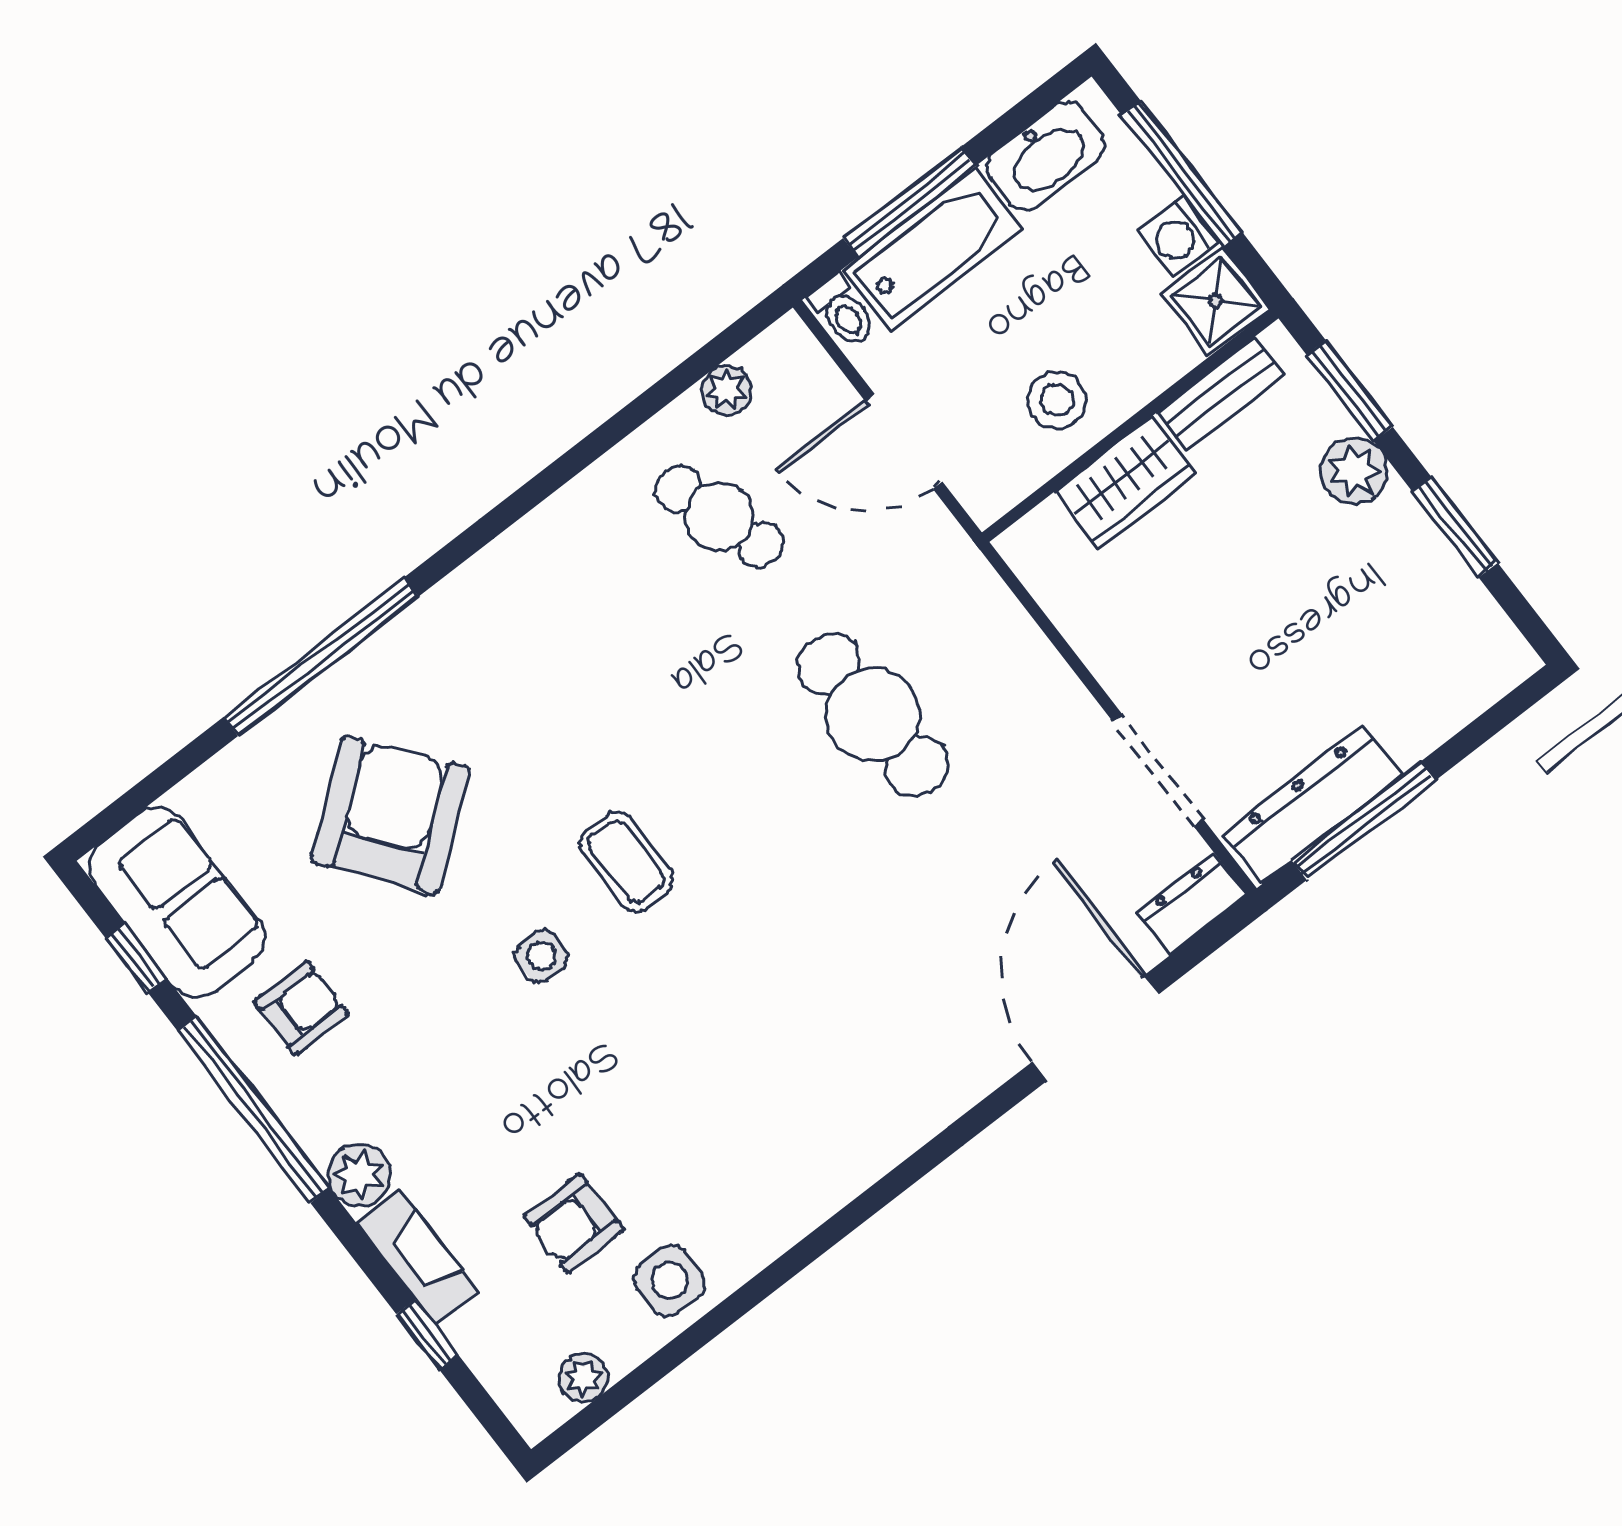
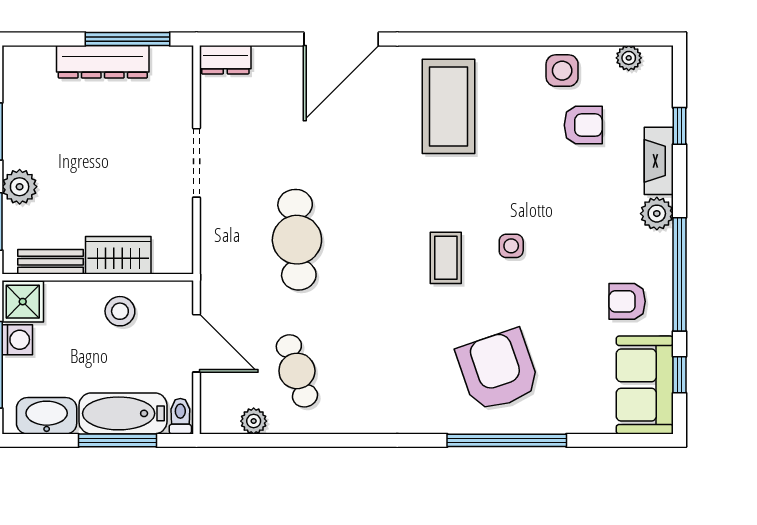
doorway: (1158, 771) -> (197, 163), moved
dresser: (1313, 805) -> (103, 62), moved
armchair: (390, 815) -> (498, 370), moved, turned 109
door: (1095, 1028) -> (341, 39), moved
coffee table: (799, 1094) -> (448, 106), added

